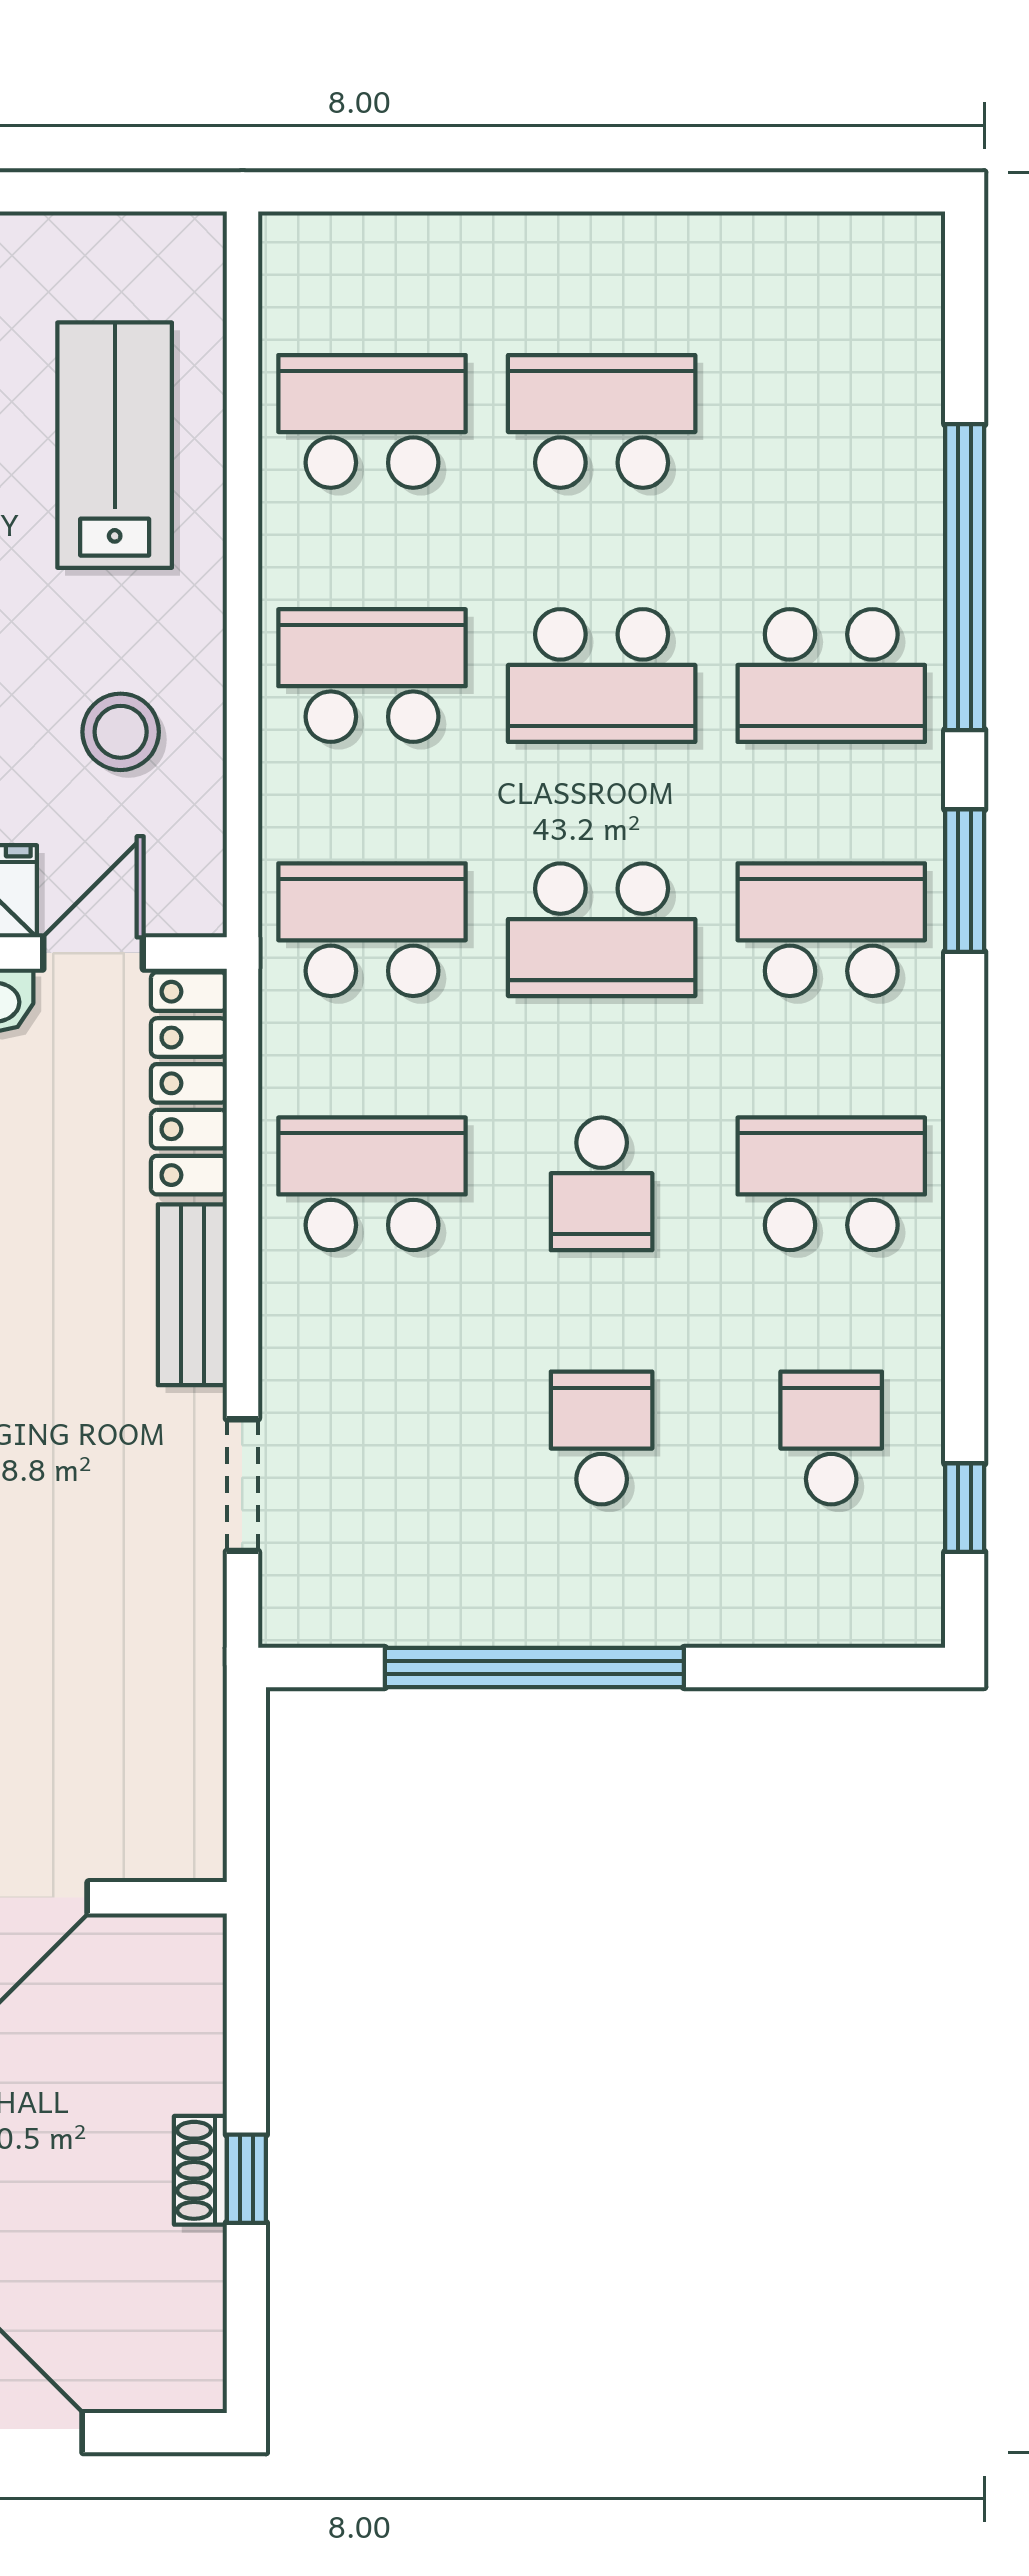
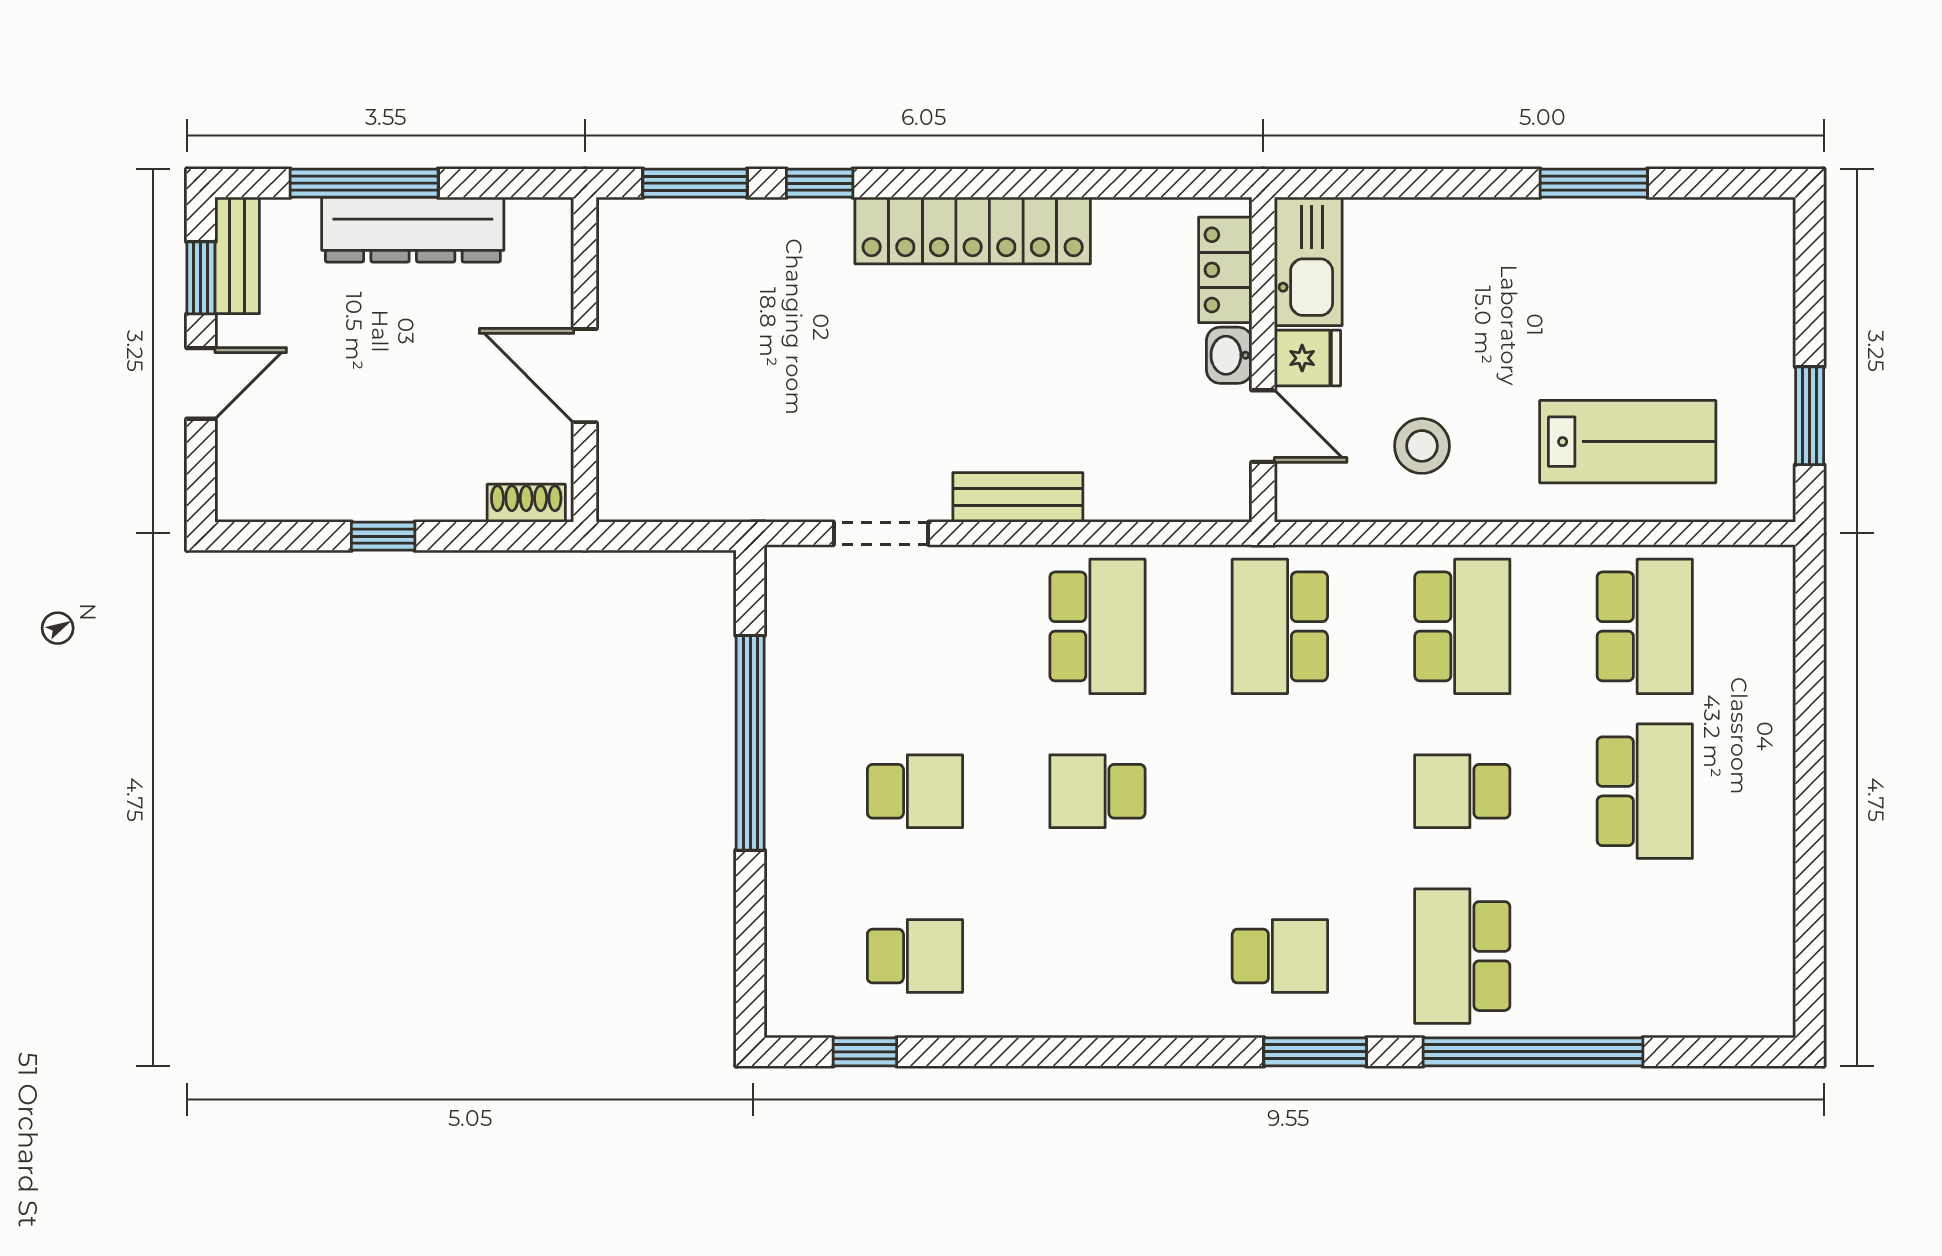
window: (79, 192) -> (1810, 416), added
school desk: (602, 676) -> (1462, 791), width x0.54
school desk: (372, 930) -> (1280, 626), turned 180
school desk: (602, 930) -> (1280, 791), removed
school desk: (831, 930) -> (1280, 956), width x0.54
locker: (189, 1083) -> (1170, 495), removed
school desk: (831, 1184) -> (1097, 956), removed
shoe rack: (200, 2170) -> (526, 503), moved

